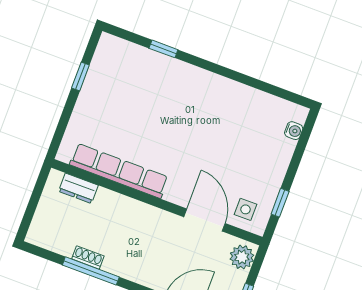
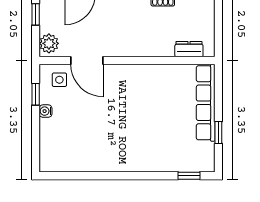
window: (163, 49) -> (189, 176), moved
water cooler: (294, 131) -> (46, 111), moved
row of seats: (119, 171) -> (206, 103), moved, turned 90

